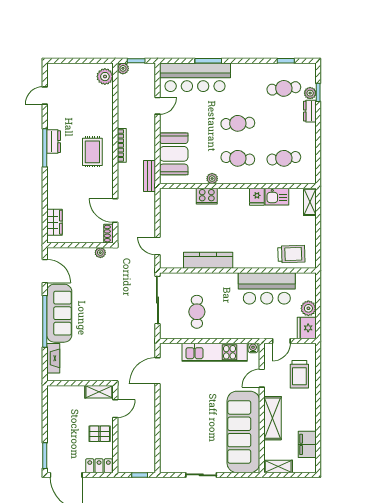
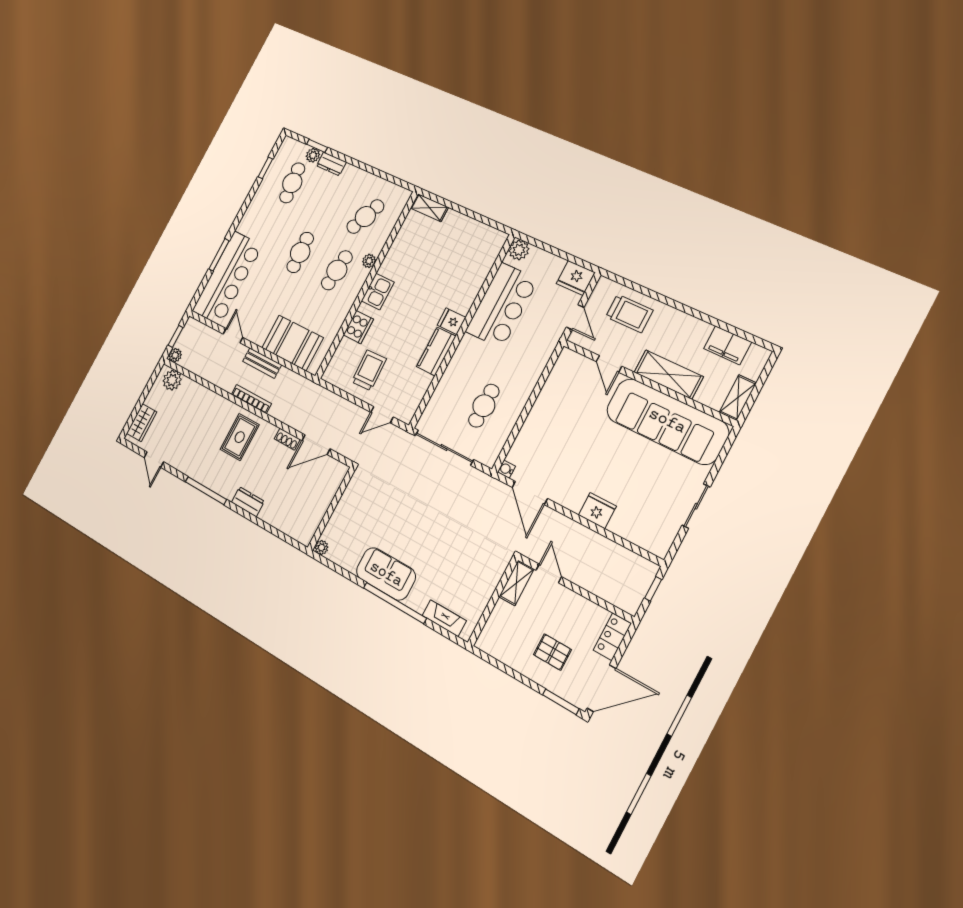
dresser: (54, 142) -> (248, 502), moved
rug: (92, 152) -> (240, 437), turned 90
cafe table: (284, 158) -> (365, 217), turned 30
bench: (149, 176) -> (262, 363), moved
plant: (212, 179) -> (369, 261), moved
fridge: (257, 197) -> (451, 321), moved, turned 180
kitchen sink: (277, 197) -> (378, 292), moved
wardrobe: (54, 222) -> (142, 423), moved, turned 90
shoe rack: (108, 234) -> (287, 439), moved
plant: (100, 253) -> (321, 547), moved
trolley: (291, 254) -> (369, 370), moved
kitchen counter: (208, 260) -> (436, 351), width x0.67
door: (45, 271) -> (337, 569), removed
plant: (308, 308) -> (519, 250), moved
cafe table: (197, 312) -> (484, 406), turned 90
sofa: (59, 313) -> (386, 574), width x0.73
water cooler: (253, 348) -> (506, 469), moved
kitchen unit: (215, 352) -> (545, 408), removed
fridge: (168, 418) -> (597, 511), added
pallet: (100, 434) -> (552, 652), moved, turned 90

